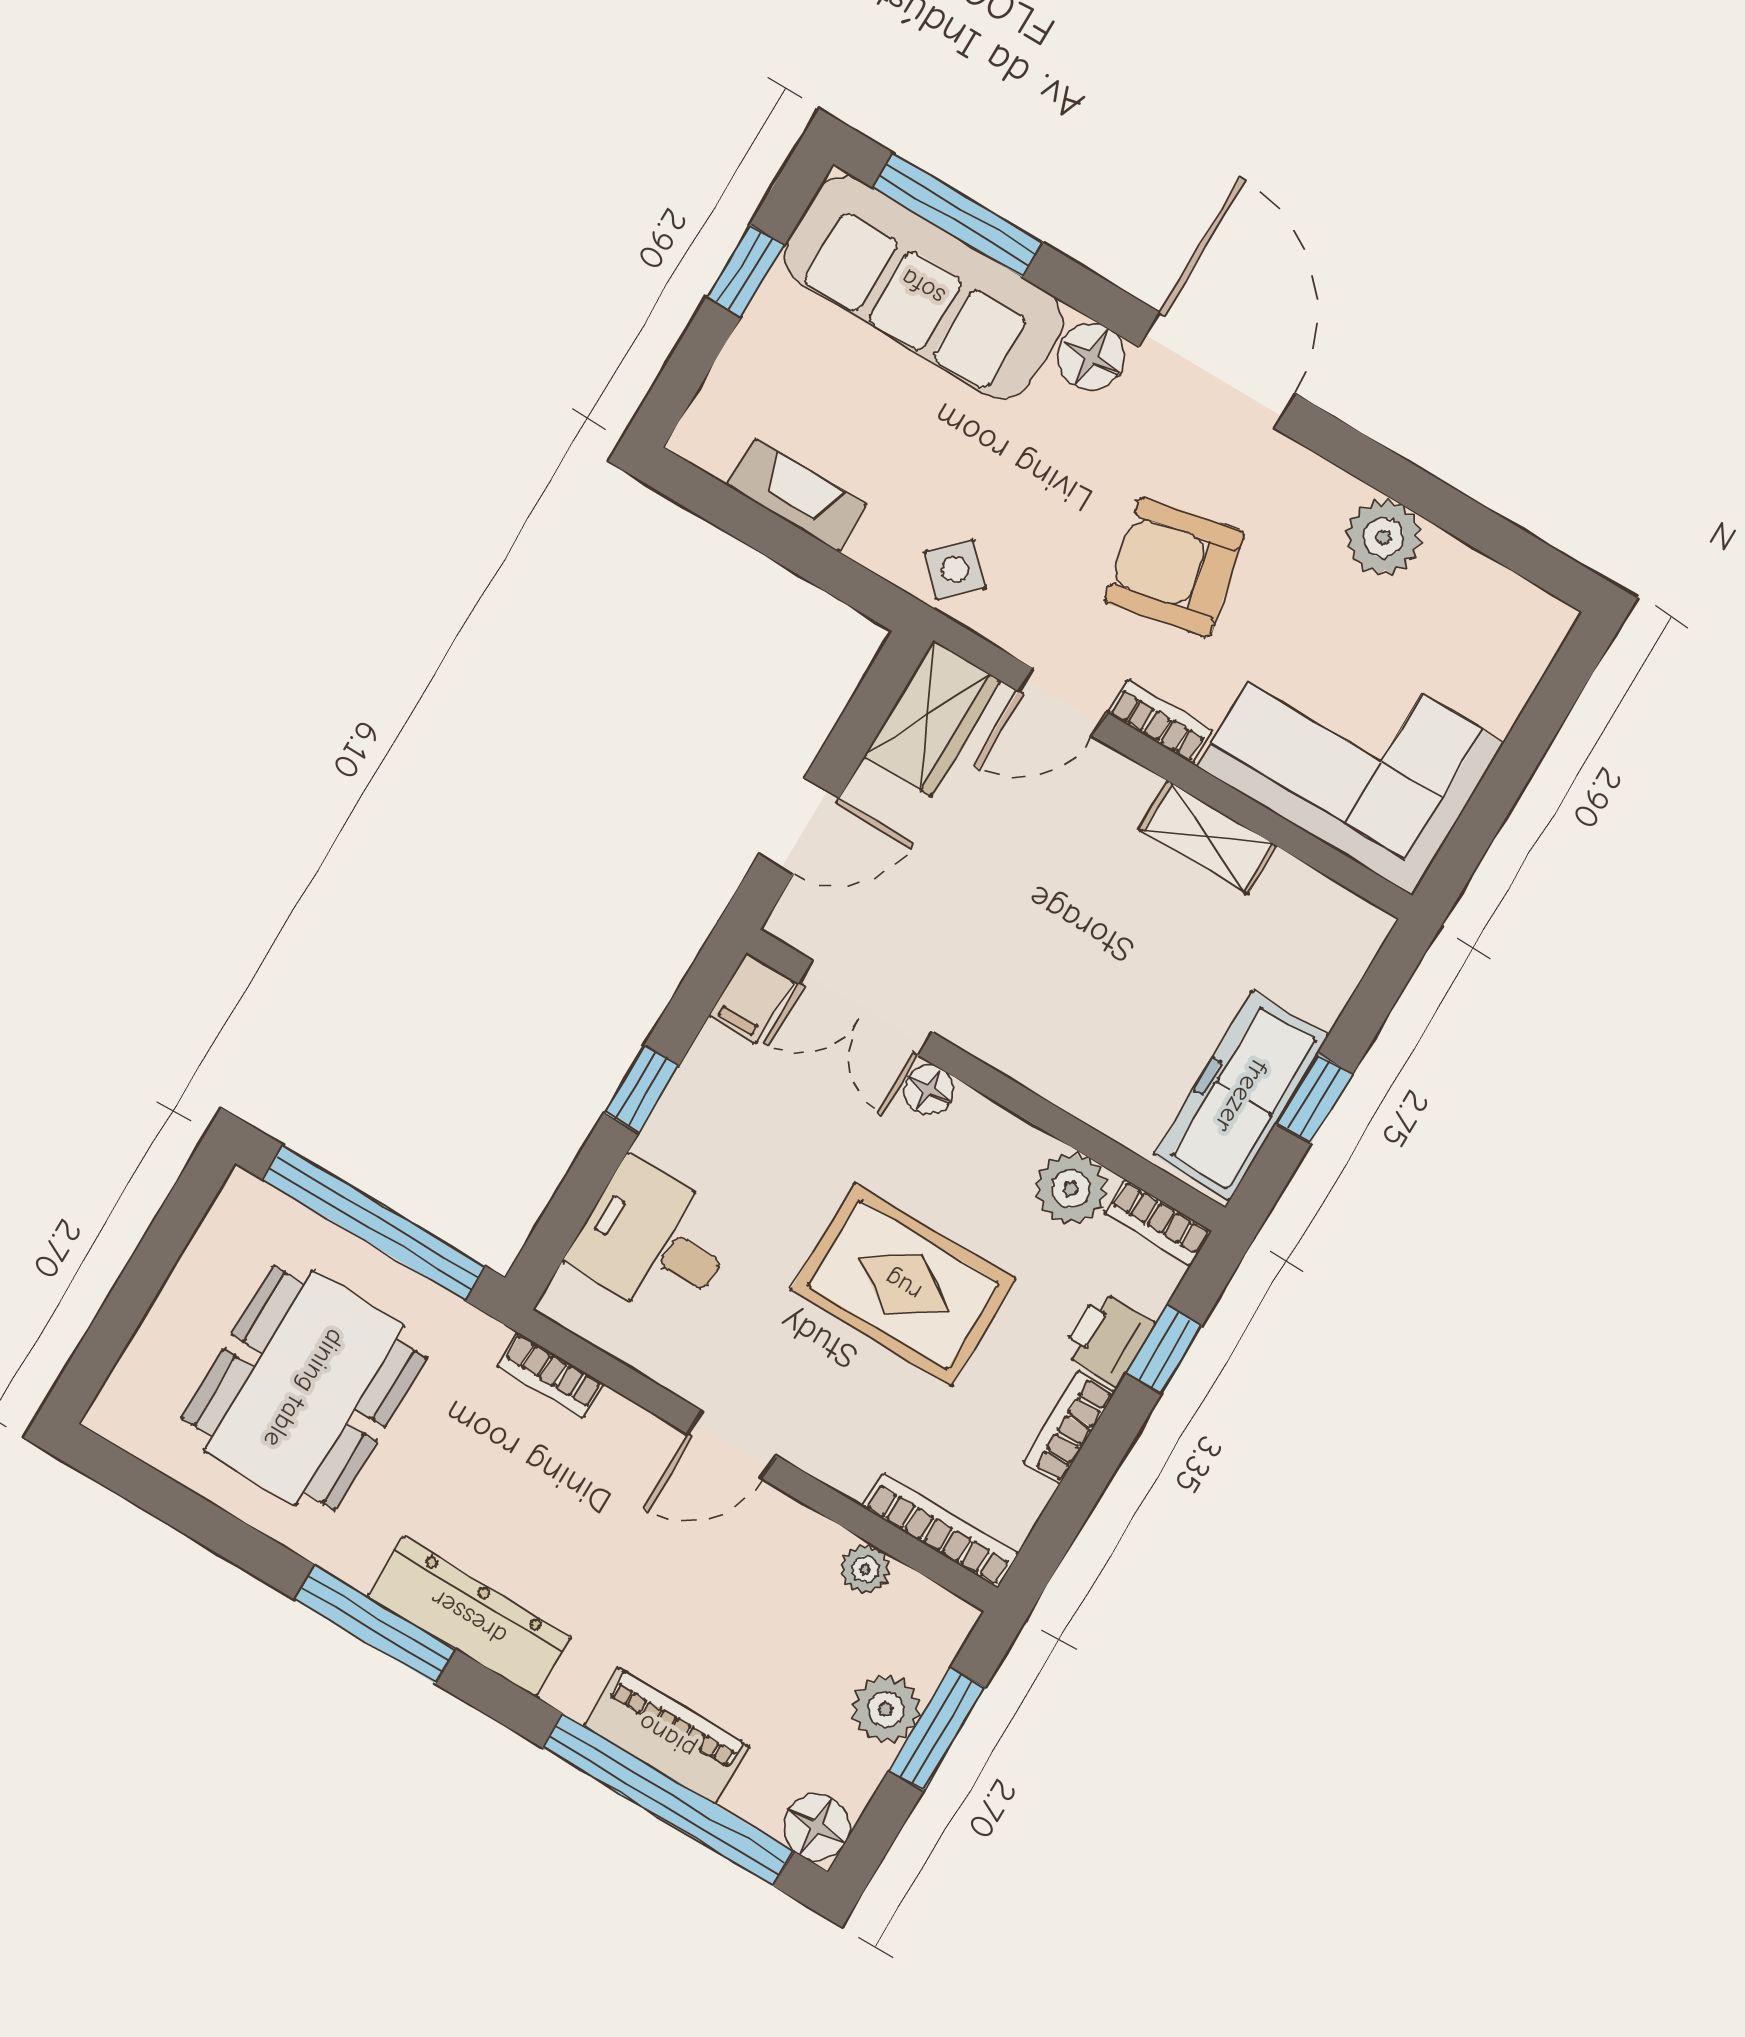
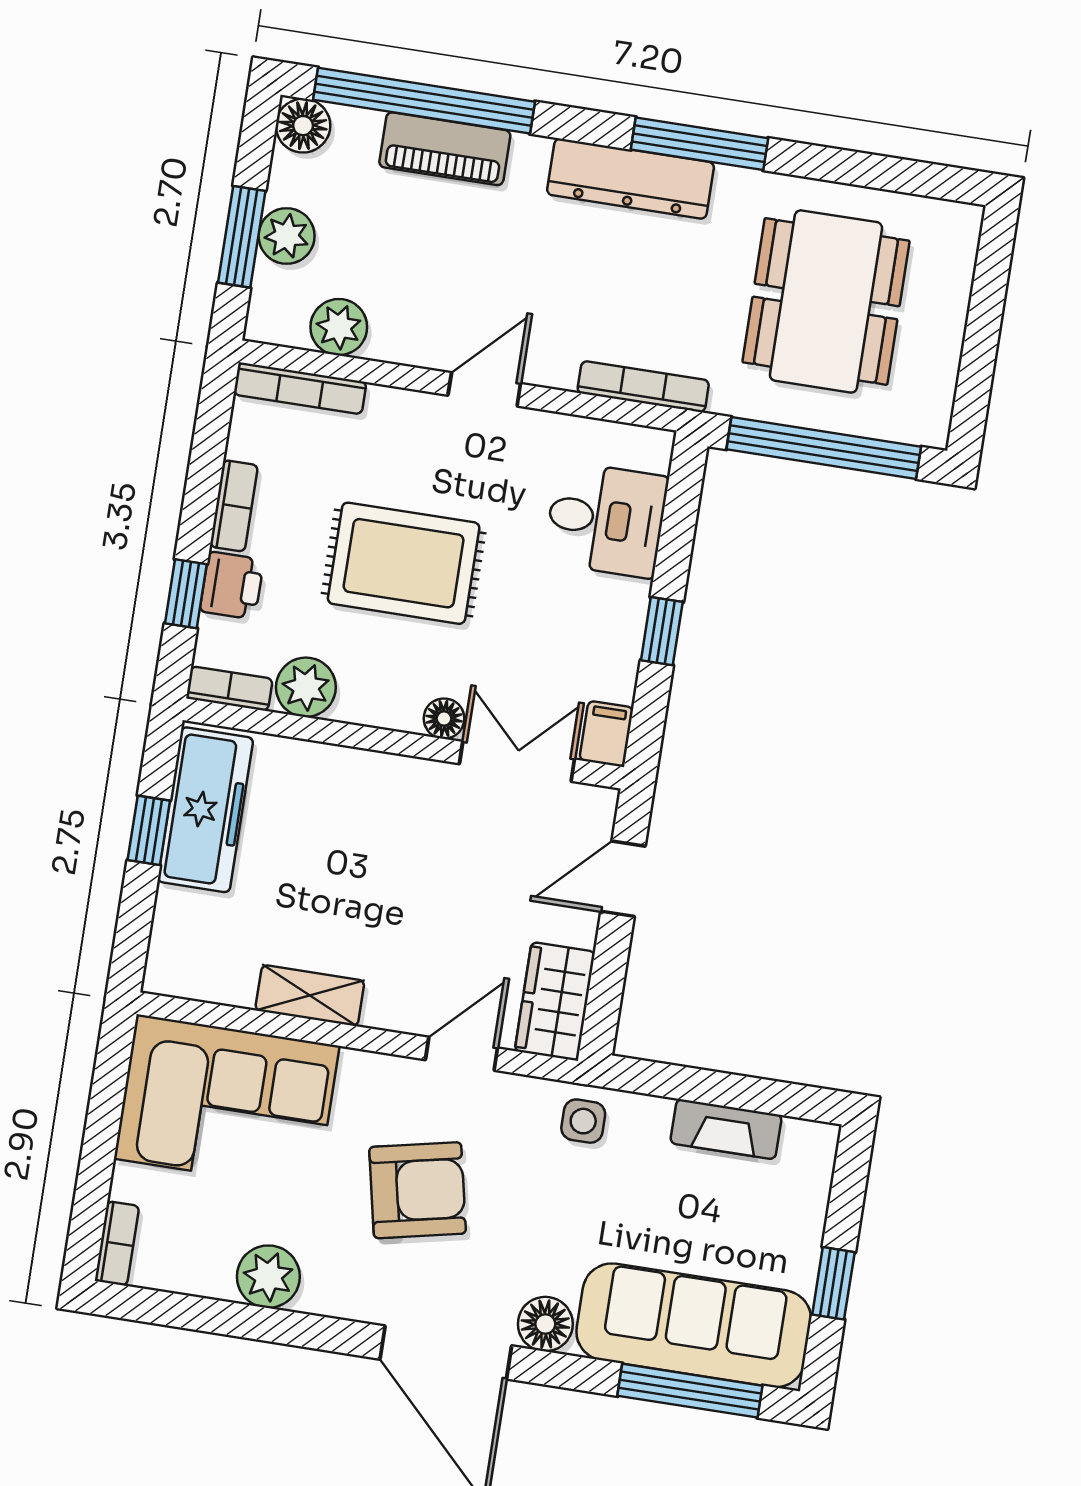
side table: (955, 570) -> (583, 1121), turned 45
bookcase: (1160, 721) -> (117, 1243), moved, turned -90
bookcase: (551, 1375) -> (643, 387), width x1.56
plant: (865, 1569) -> (339, 327), width x1.38, depth x1.38

